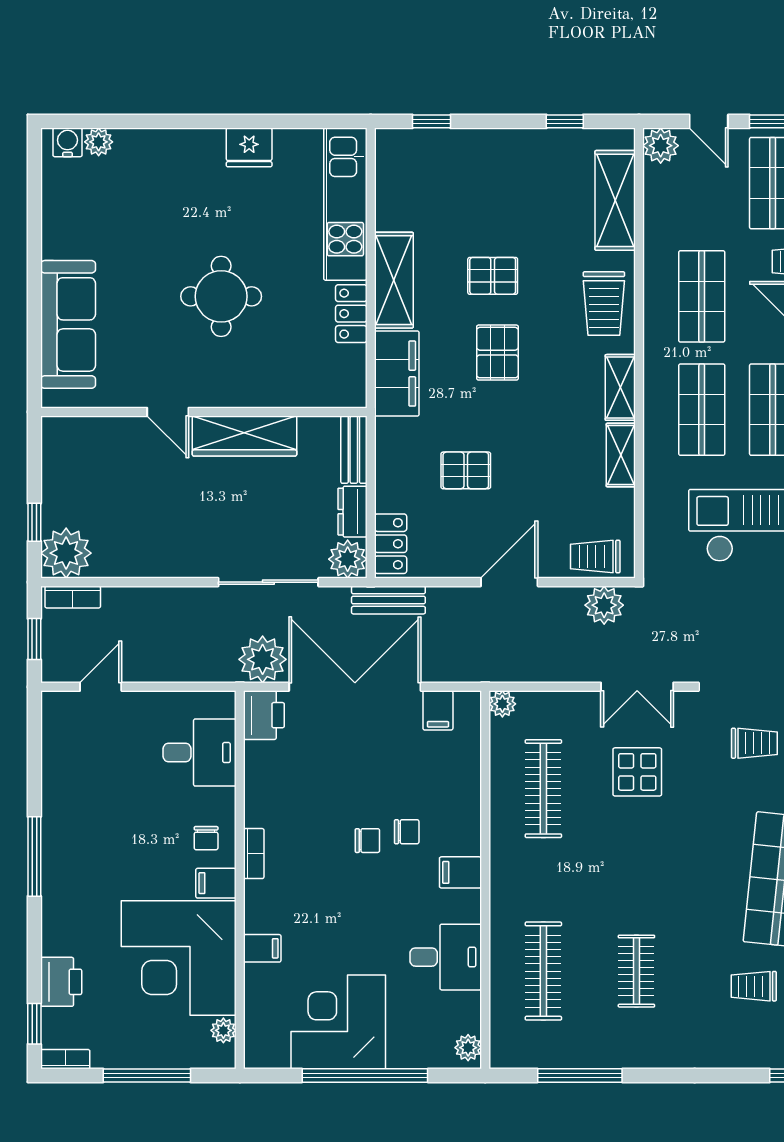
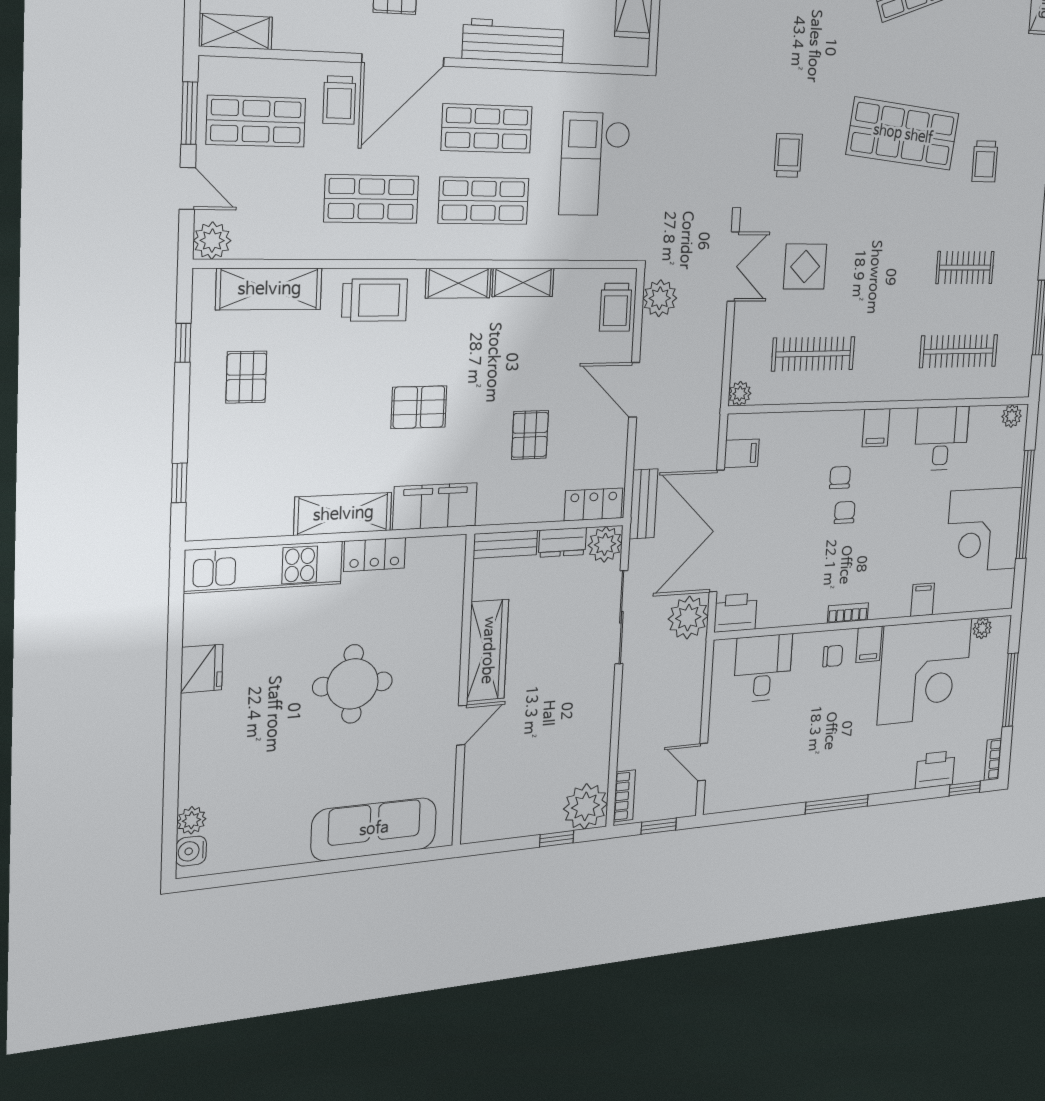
door: (709, 121) -> (187, 189), hinge flipped
pallet: (493, 276) -> (246, 377), moved

